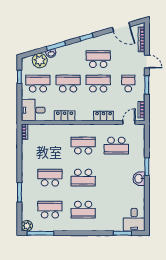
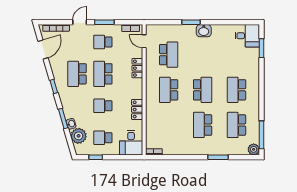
school desk: (38, 84) -> (103, 138), width x0.54
school desk: (68, 84) -> (103, 106), width x0.54
school desk: (83, 210) -> (237, 90), turned 180

